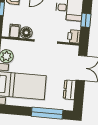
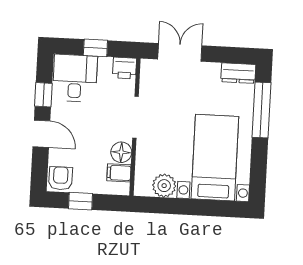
dresser: (69, 90) -> (238, 73), moved

